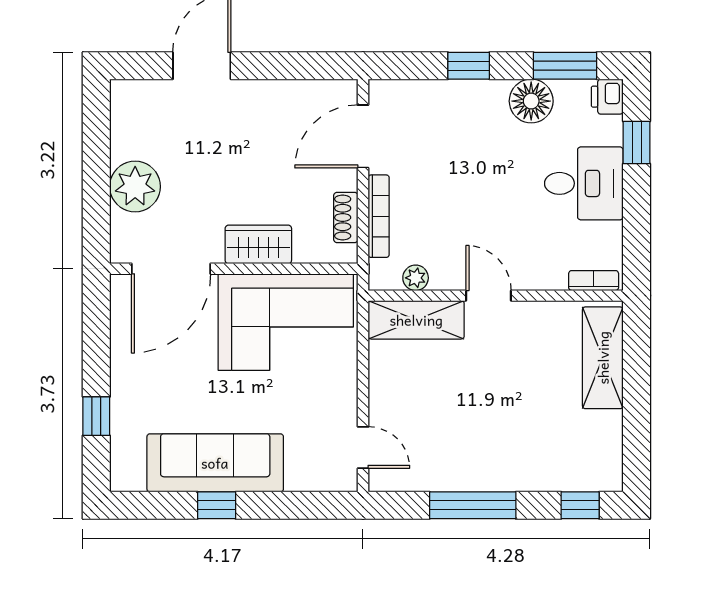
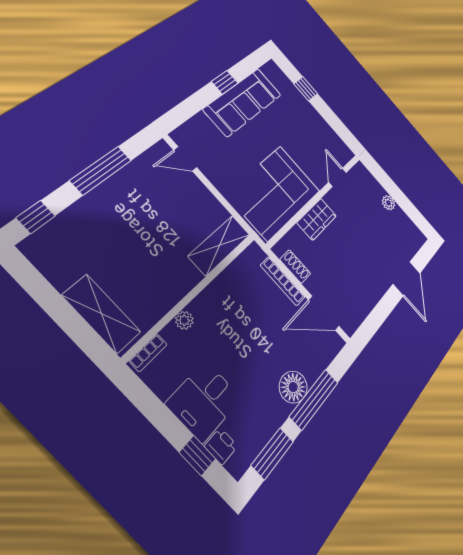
window: (469, 66) -> (314, 399), width x2.17
printer: (607, 97) -> (221, 446), moved
floor lamp: (531, 101) -> (293, 387), moved
door: (363, 136) -> (324, 313), swing flipped
plant: (135, 187) -> (389, 203), width x0.53, depth x0.53
door: (171, 269) -> (337, 177), width x0.53
plant: (416, 278) -> (184, 320), moved
door: (489, 296) -> (196, 291), removed

